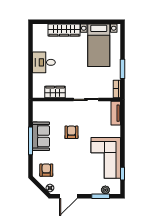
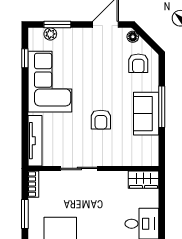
wardrobe: (55, 92) -> (143, 180), moved
tv unit: (116, 113) -> (35, 141), width x1.41

